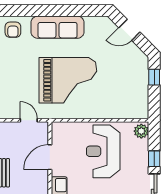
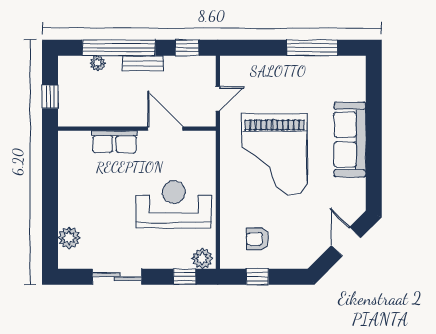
armchair: (13, 30) -> (258, 239), moved
window: (154, 77) -> (257, 277), moved
window: (154, 159) -> (185, 277), moved

